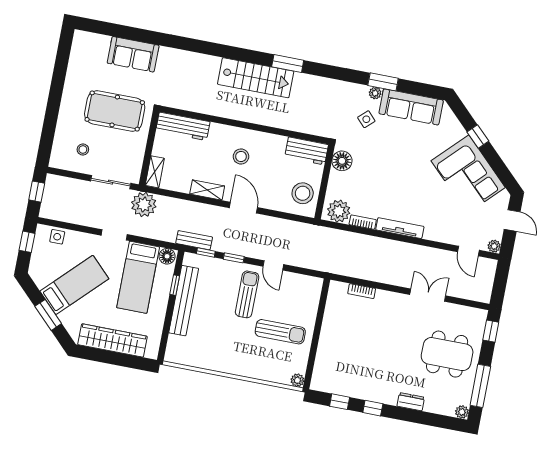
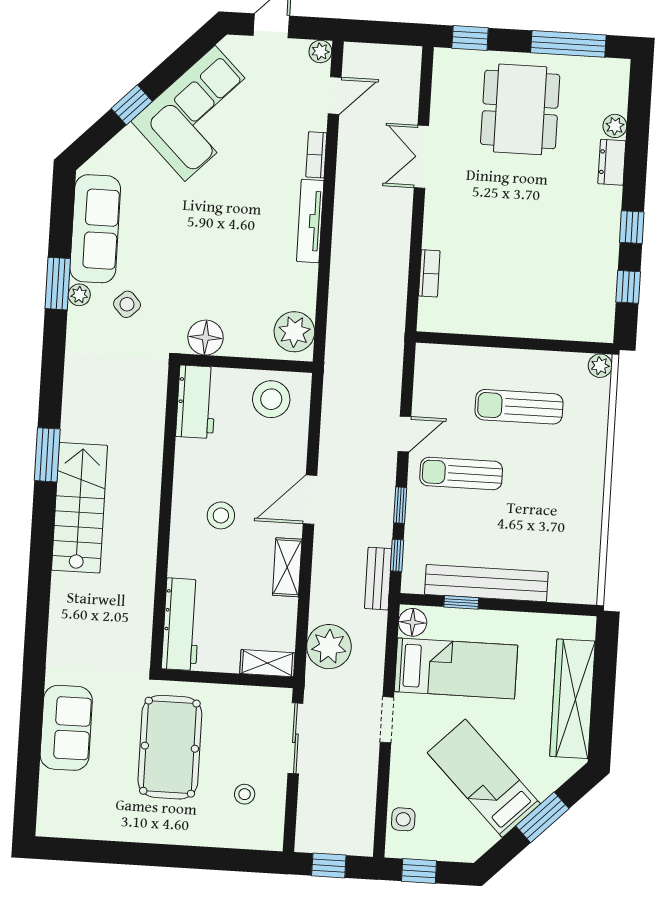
plant: (144, 205) -> (329, 647), moved
bookcase: (363, 222) -> (316, 155), moved
sun lounger: (280, 332) -> (519, 407), turned -90
plant: (462, 412) -> (615, 126), moved

